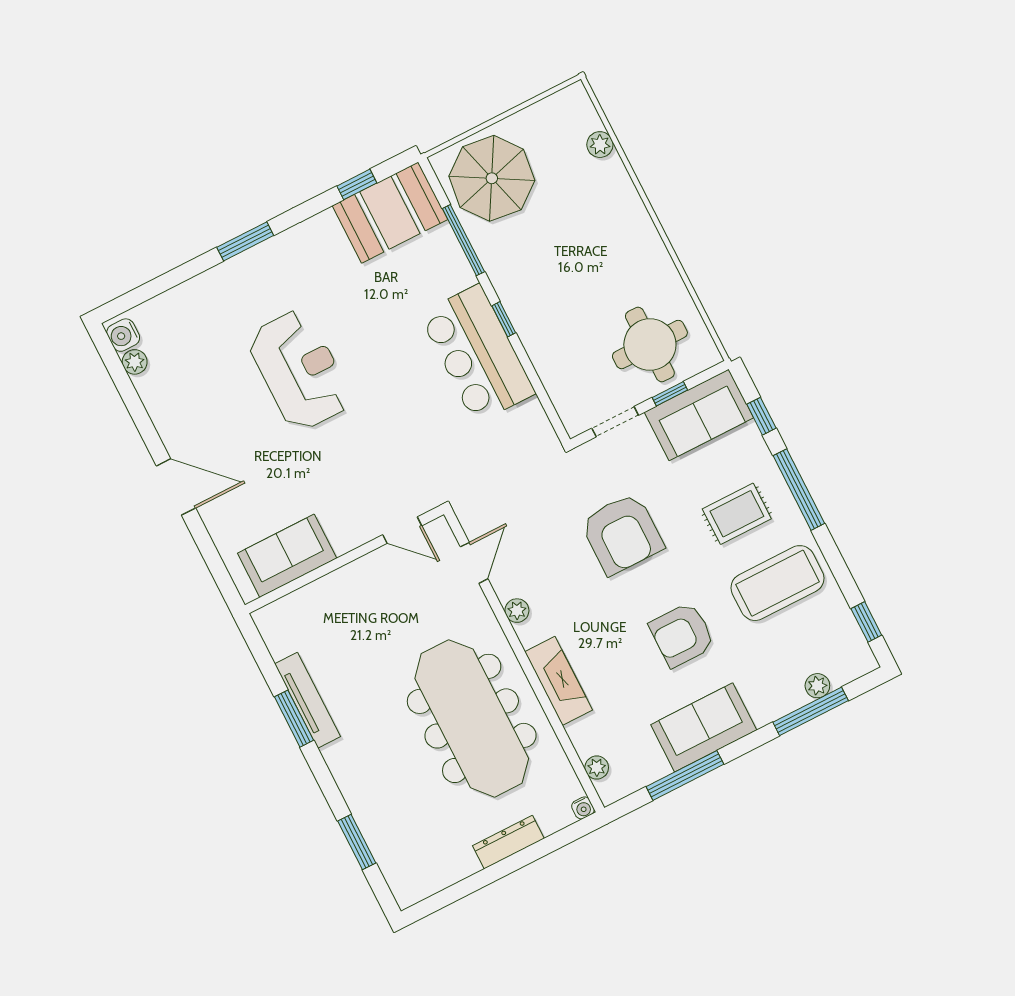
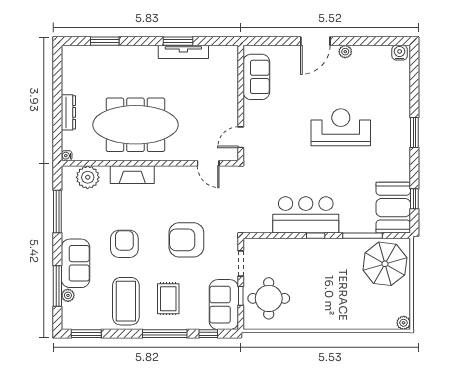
plant: (600, 145) -> (404, 323), moved
plant: (135, 362) -> (345, 52), moved
reception desk: (300, 370) -> (341, 127), turned 180
plant: (517, 611) -> (175, 172), removed
window: (866, 622) -> (86, 334), width x1.50
sofa: (704, 727) -> (76, 263), moved
plant: (597, 768) -> (88, 177), width x1.87, depth x1.87

